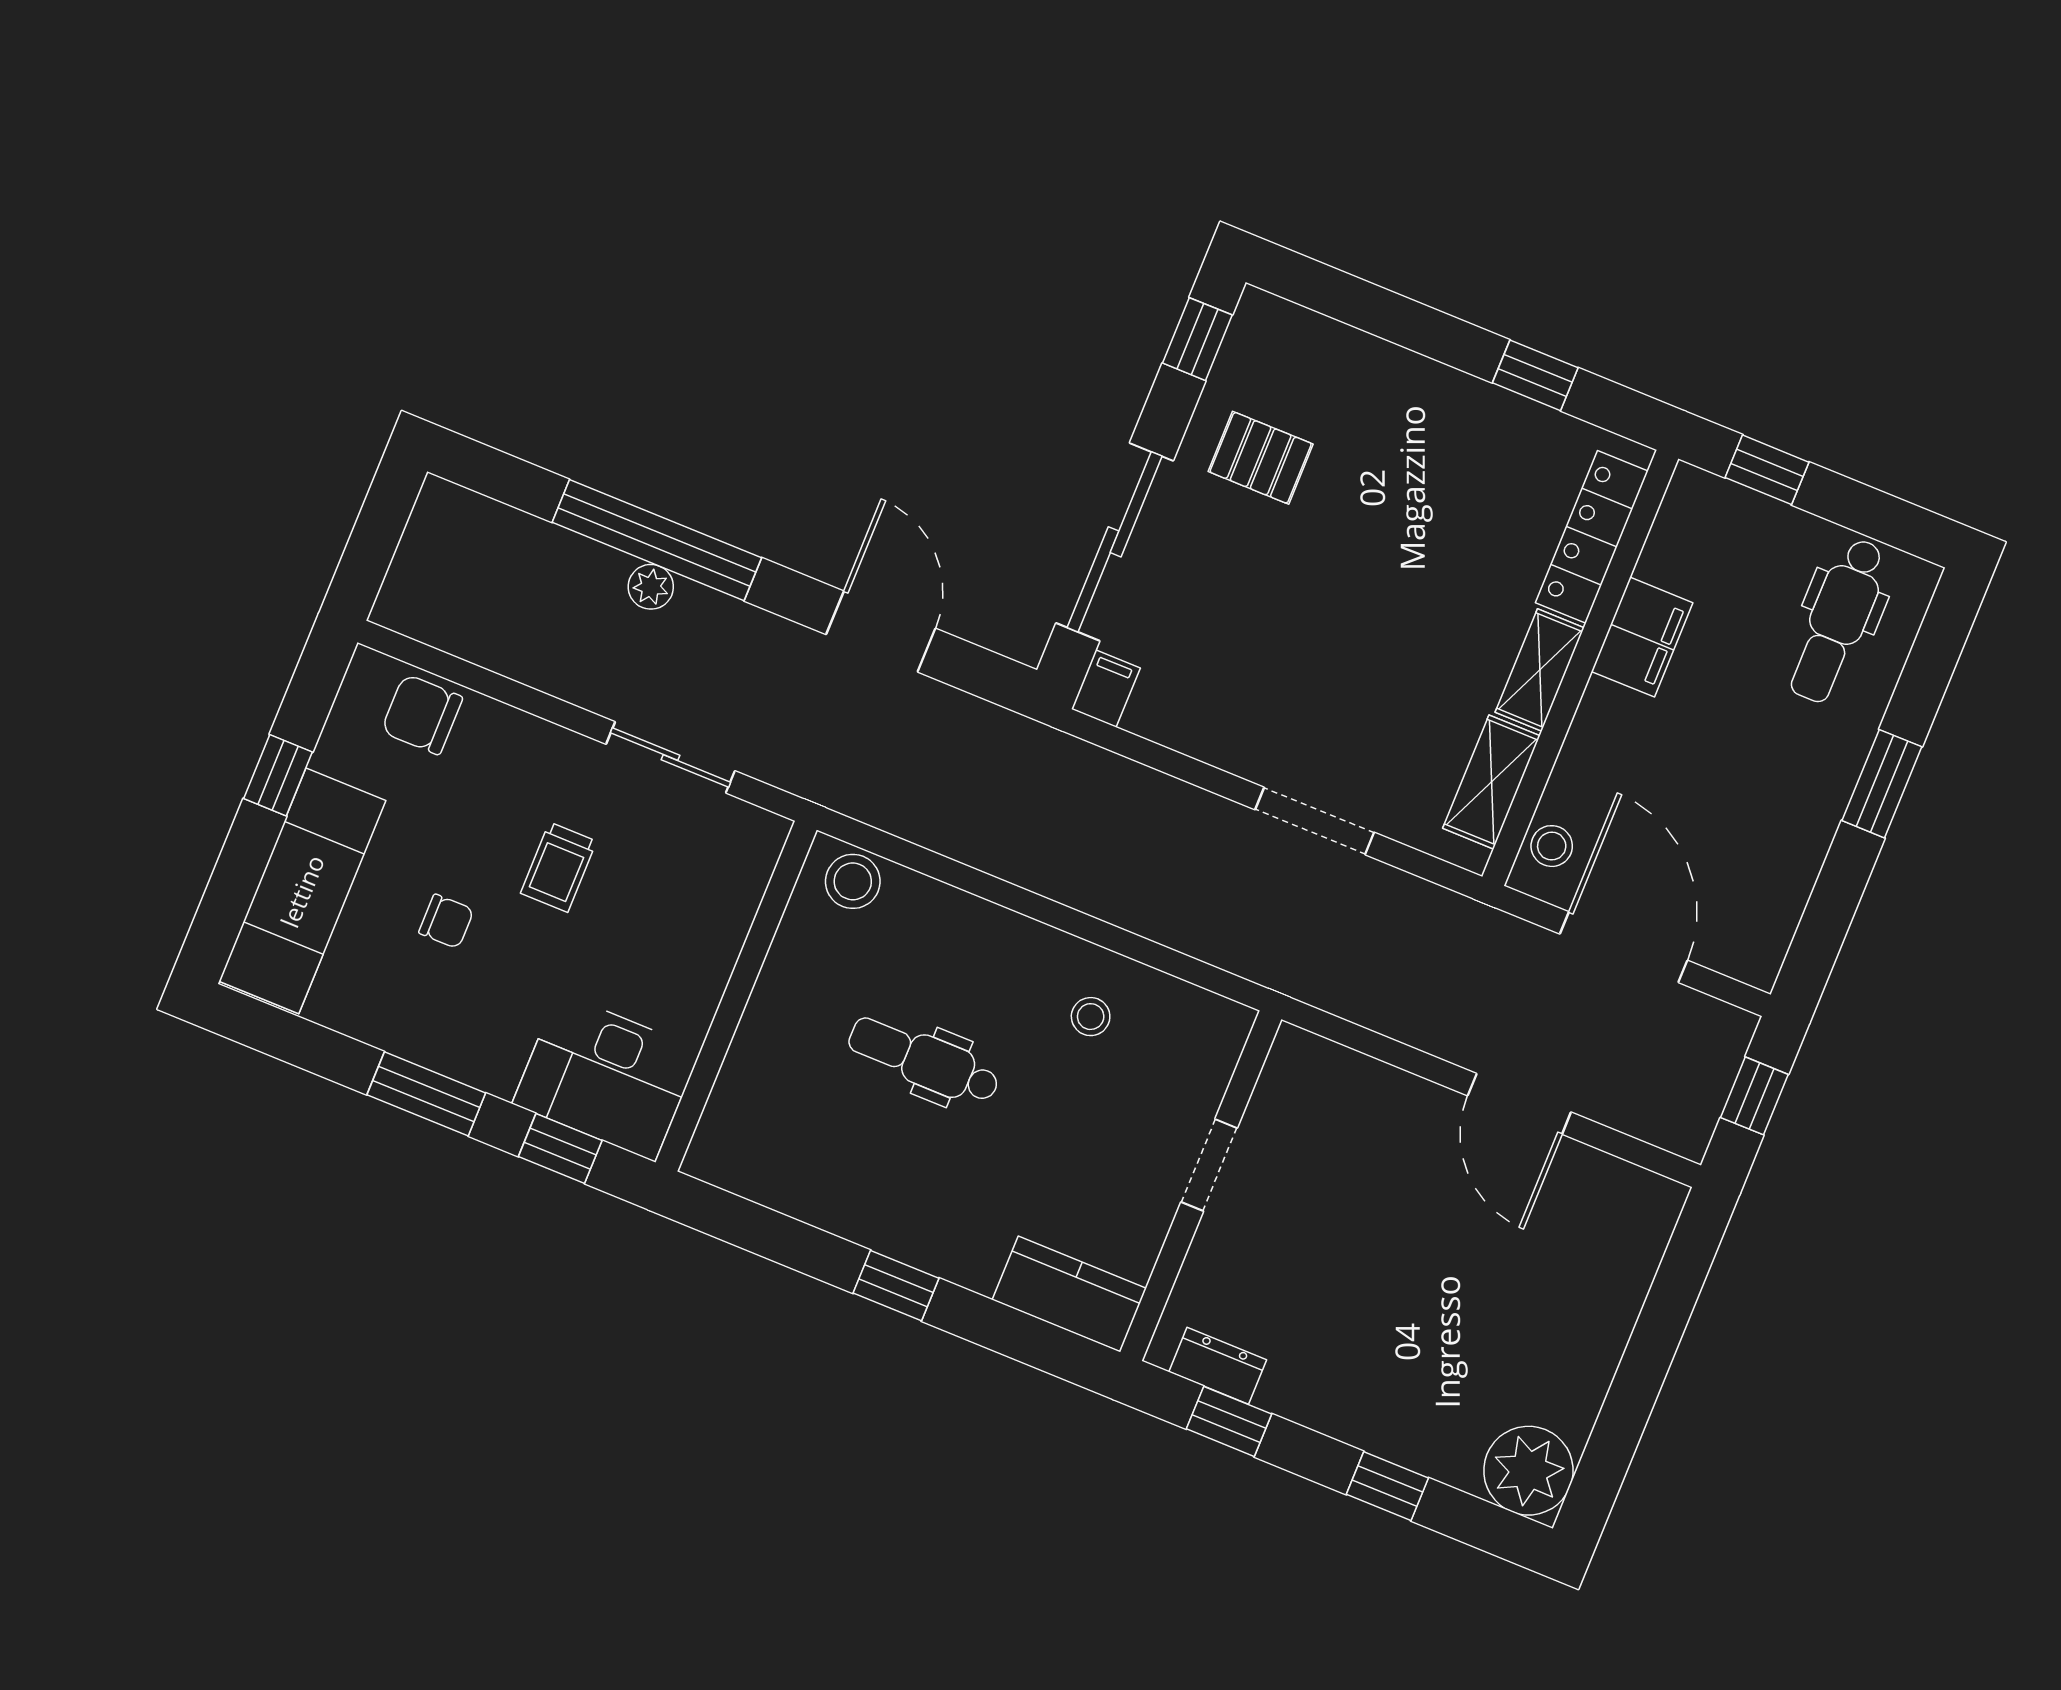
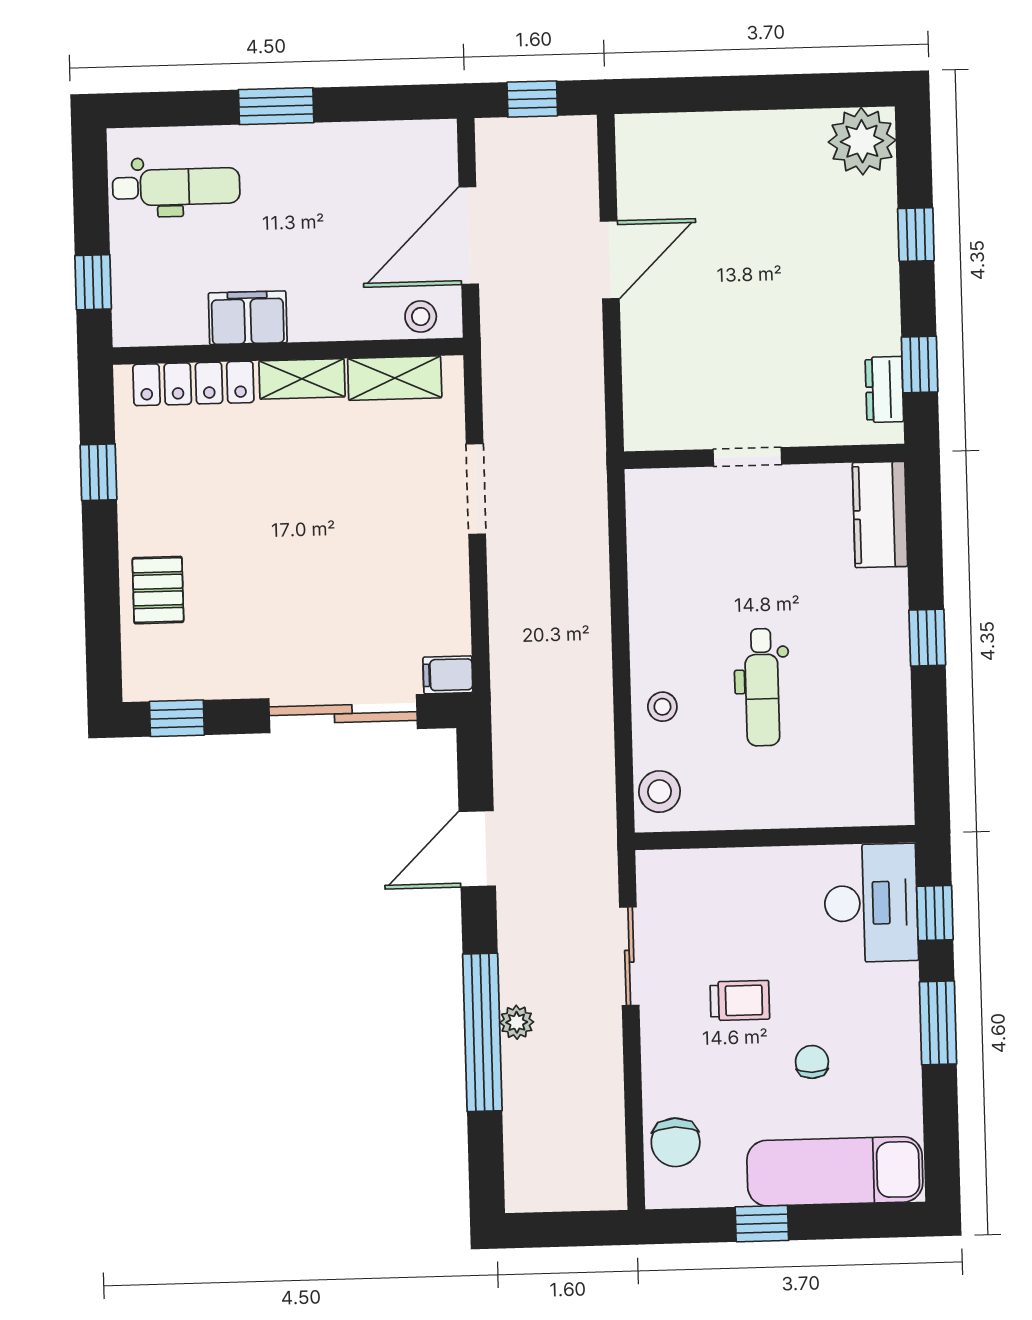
pallet: (1261, 458) -> (158, 590), moved
stool: (1091, 1017) -> (662, 707), moved

